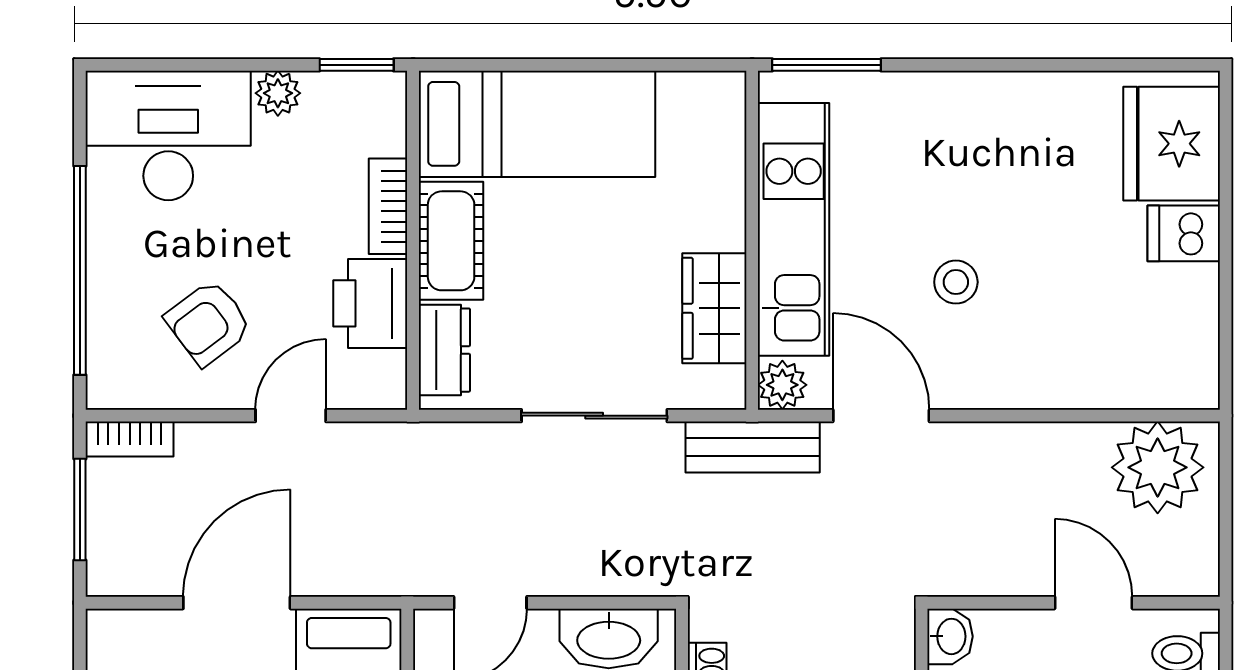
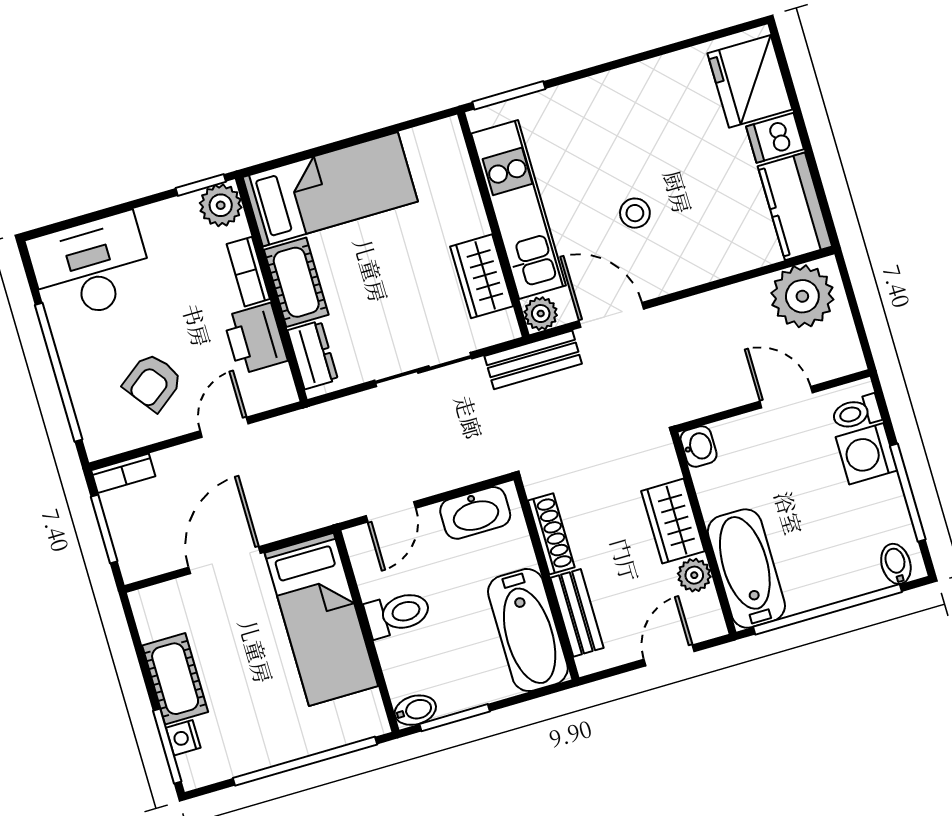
plant: (278, 93) -> (221, 205), moved, width x1.38, depth x1.38
kitchen counter: (1184, 338) -> (795, 206), added

